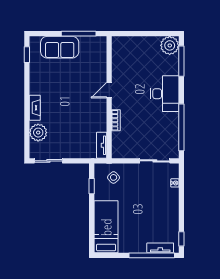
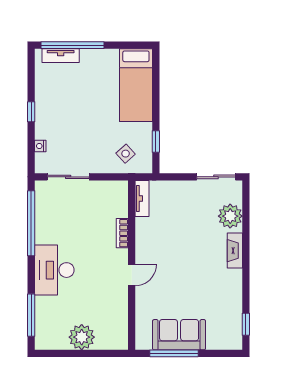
plant: (170, 45) -> (82, 337), moved
sofa: (60, 47) -> (179, 335), moved
window: (181, 239) -> (31, 112), moved

